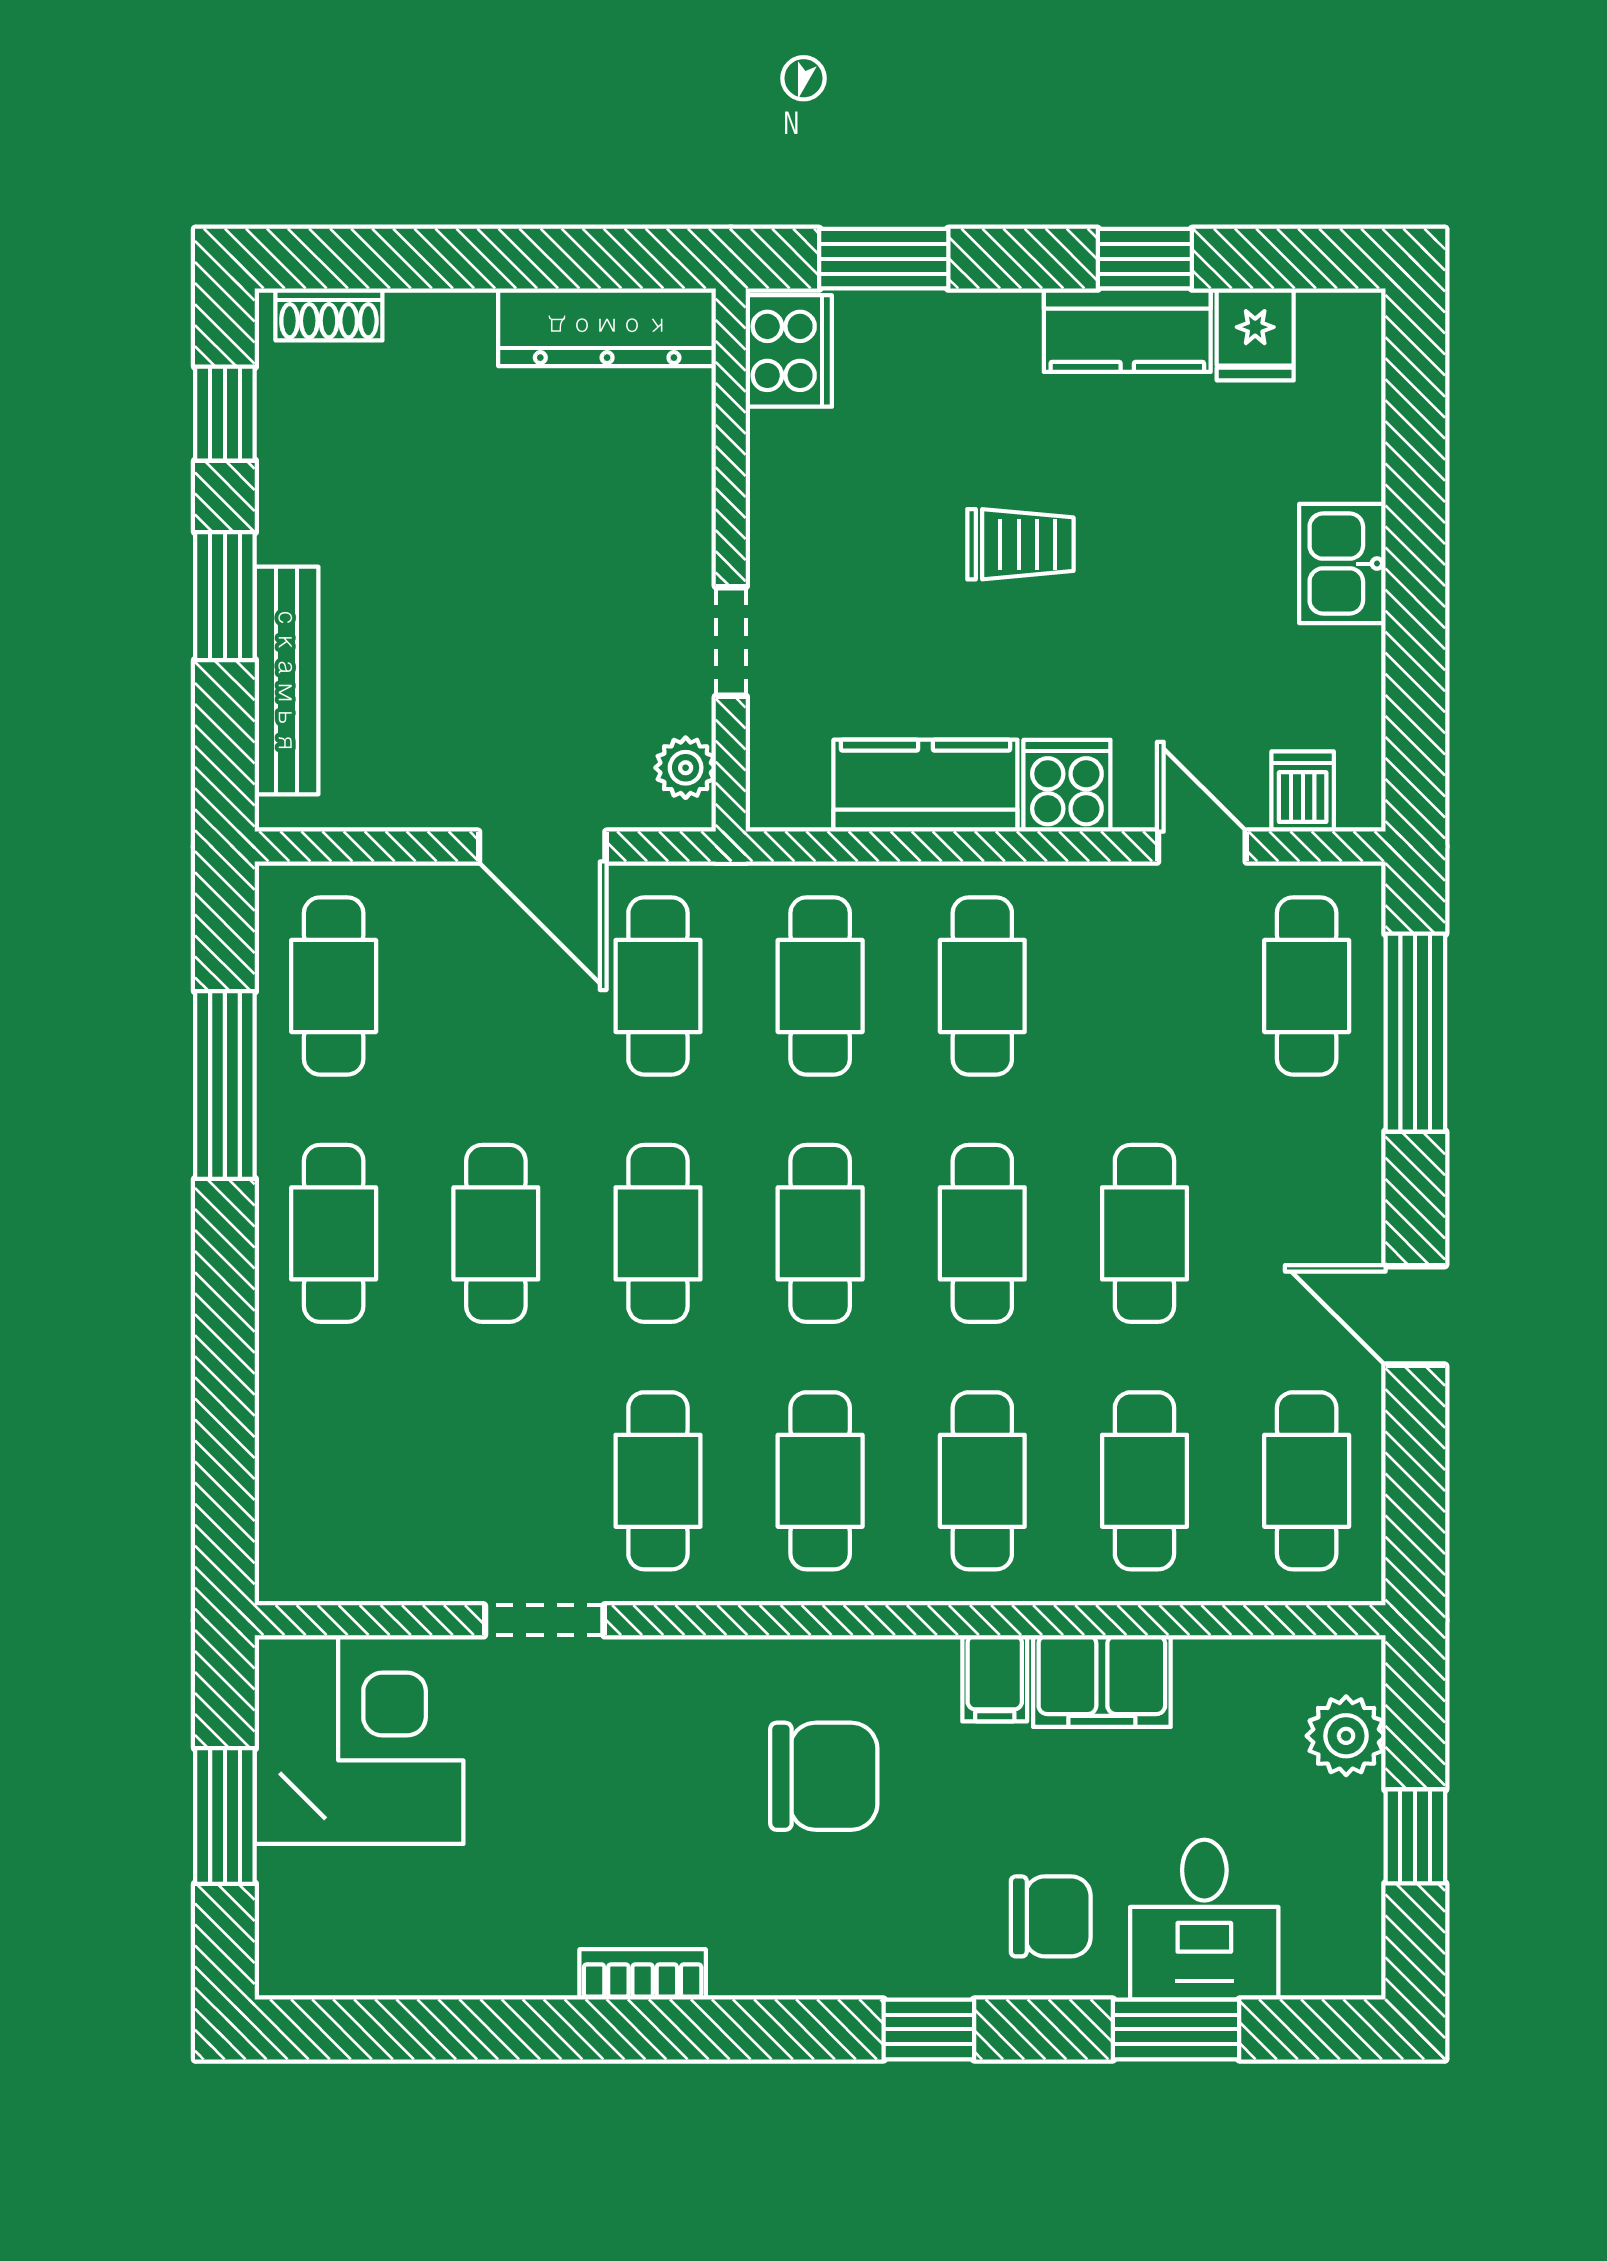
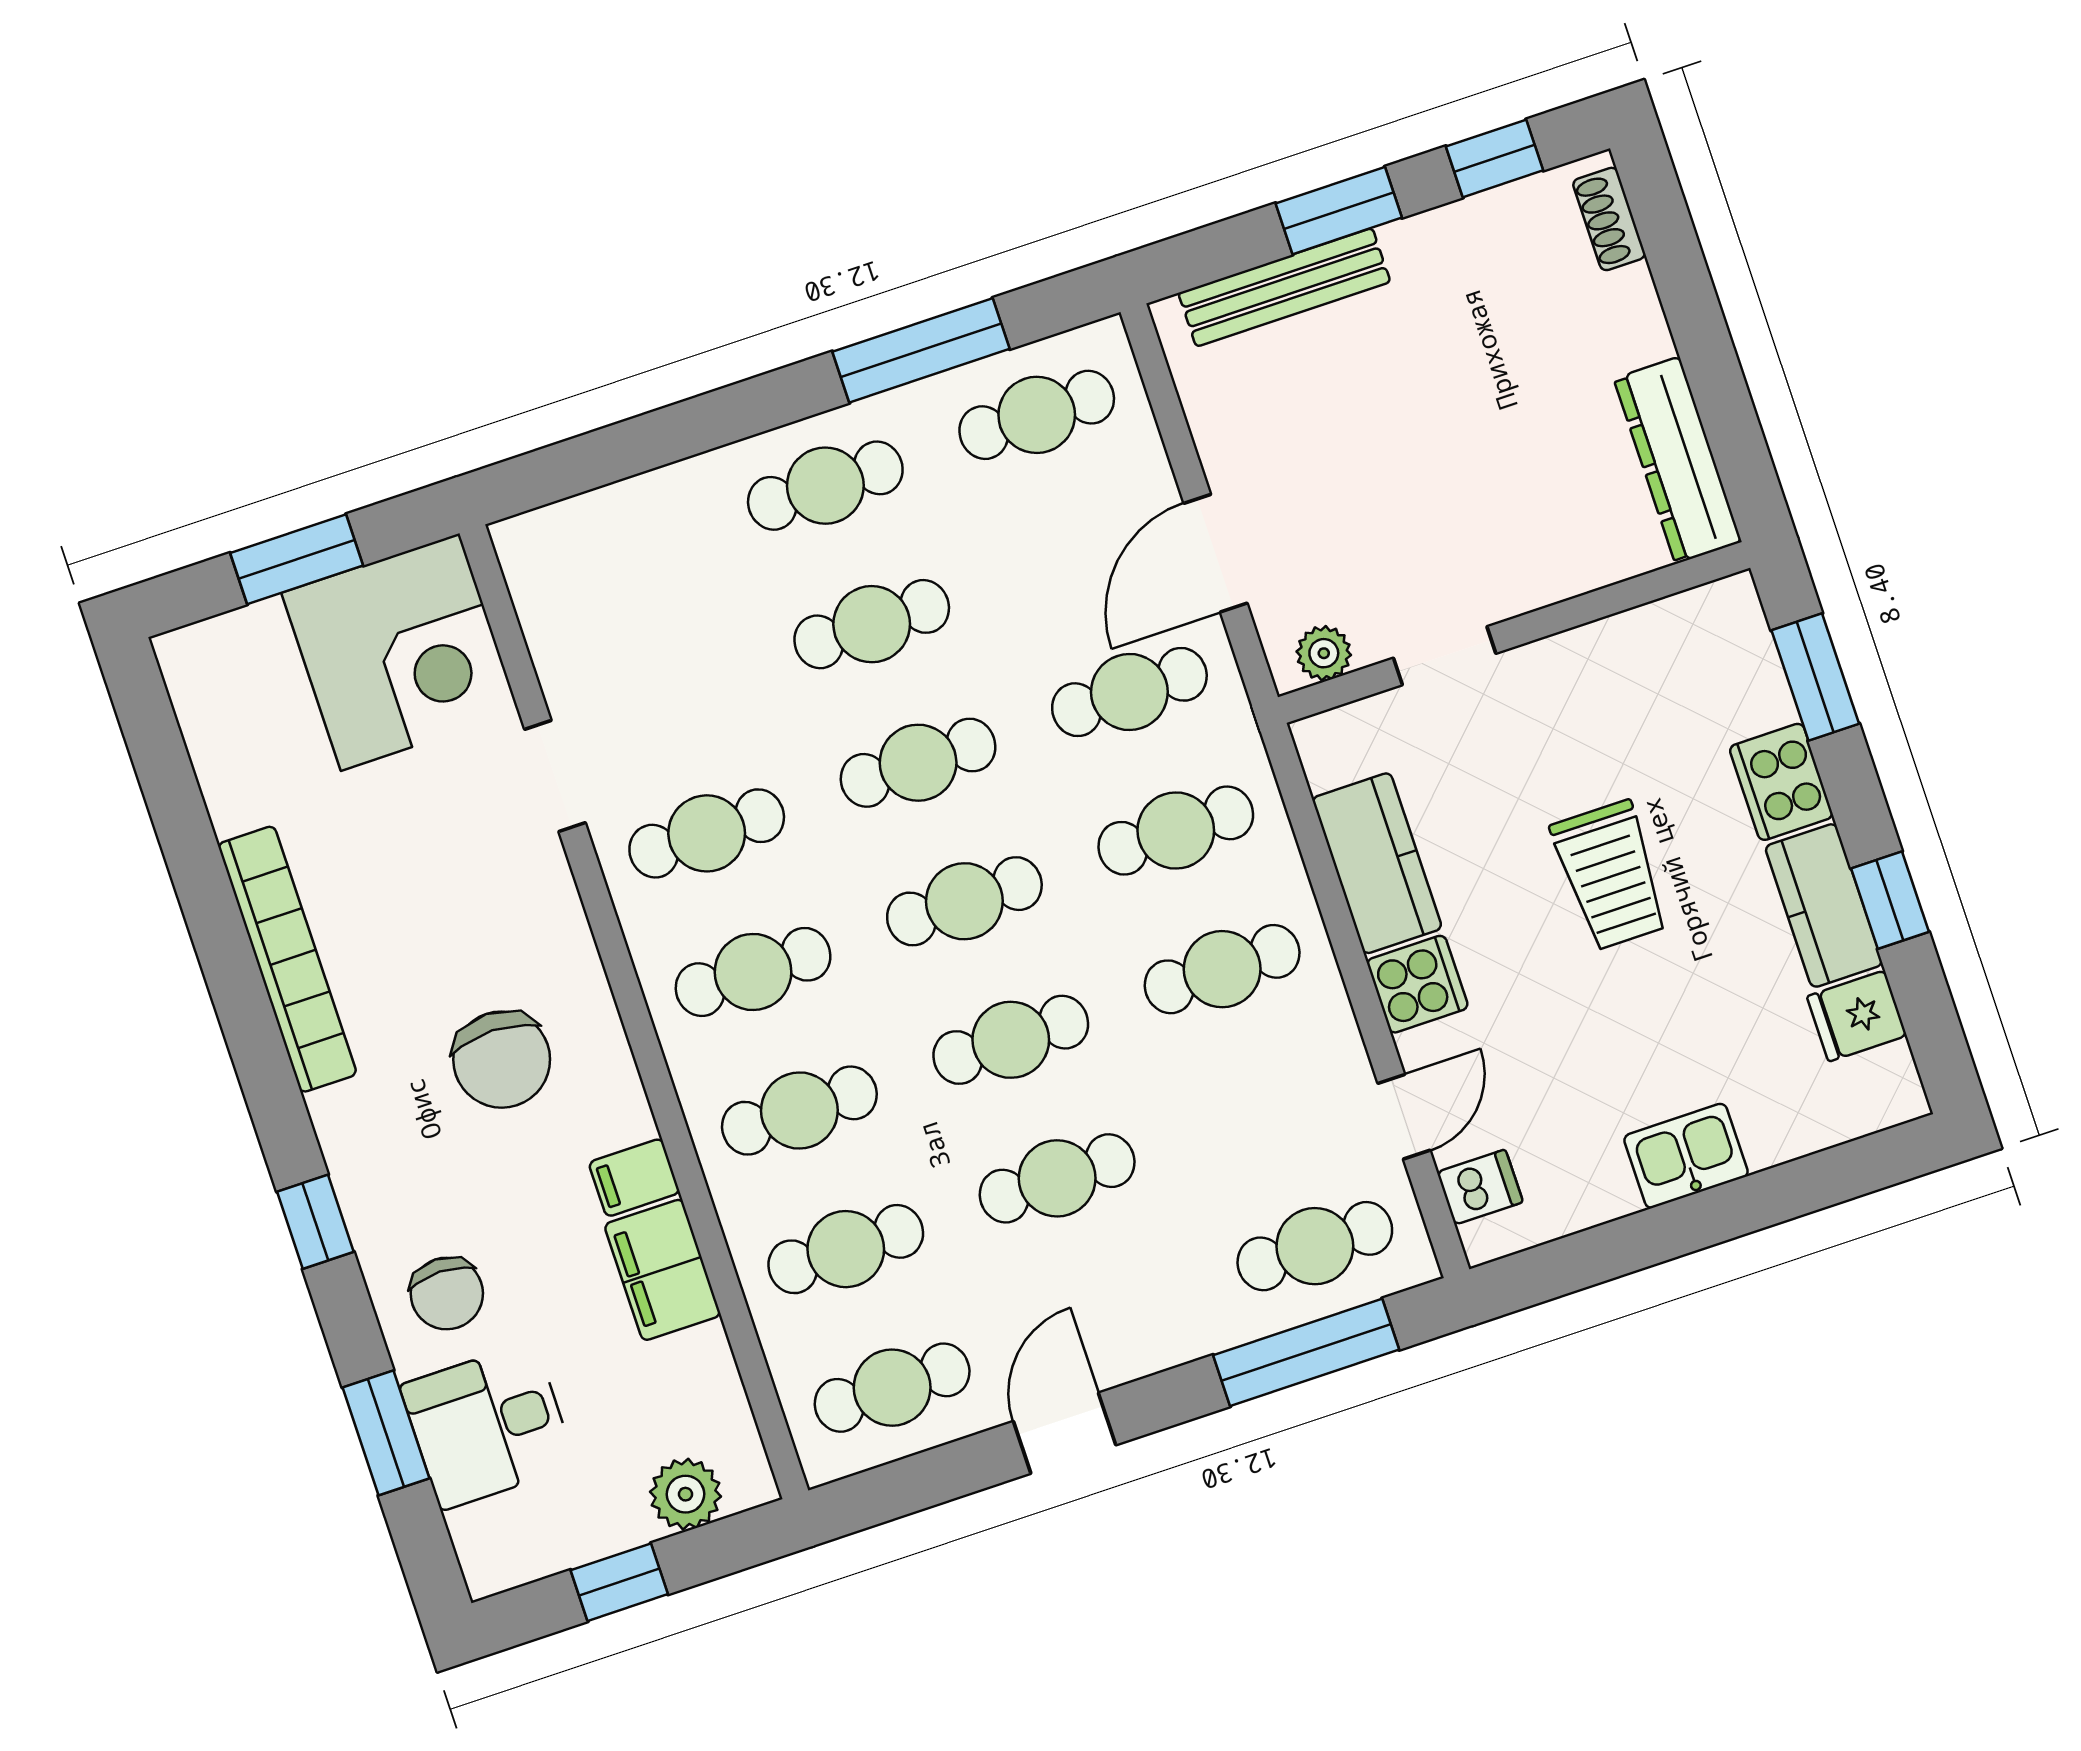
cooker: (789, 351) -> (1781, 782), moved, turned 90
trolley: (1020, 544) -> (1610, 875), width x1.36, depth x1.39
bookcase: (643, 1974) -> (287, 959), width x2.31, depth x1.31

